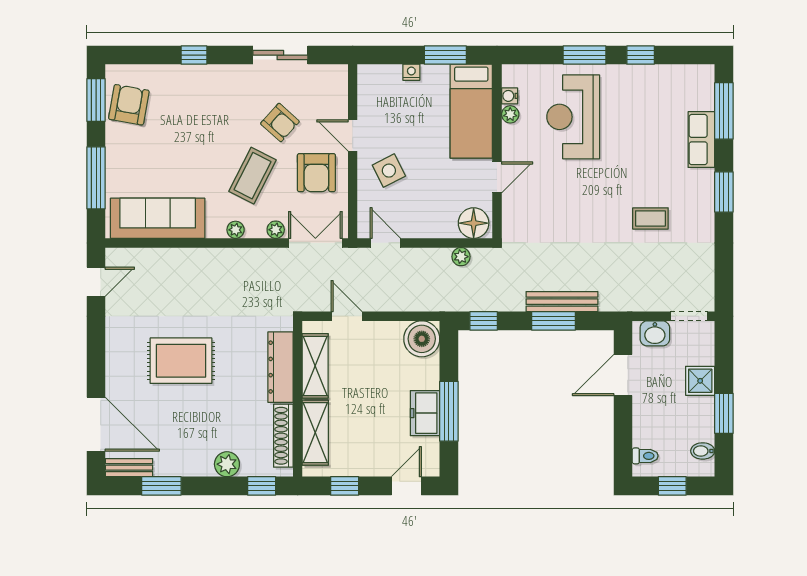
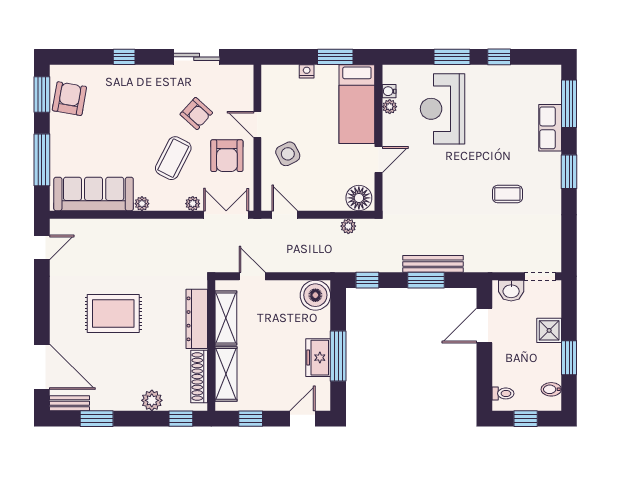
plant: (236, 230) -> (142, 204), moved

